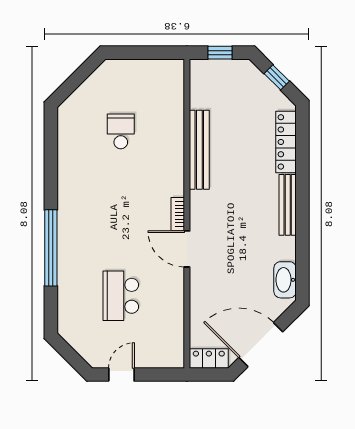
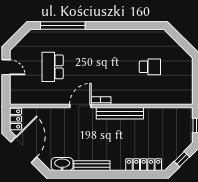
bench: (199, 150) -> (120, 113), moved
bench: (288, 205) -> (92, 166), moved
window: (51, 248) -> (63, 25), moved
school desk: (121, 296) -> (53, 67), turned -90

